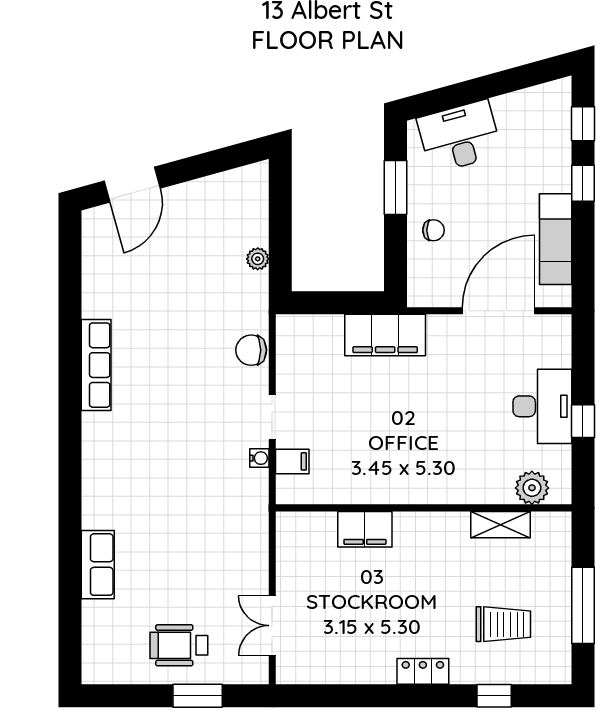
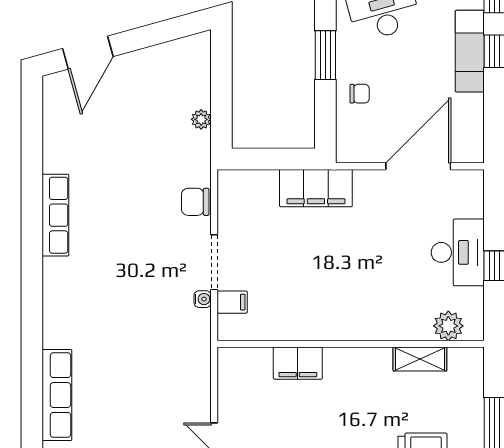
exam couch: (556, 239) -> (470, 51), moved
doorway: (272, 417) -> (214, 262), width x1.38
row of seats: (98, 565) -> (57, 395), width x1.48

